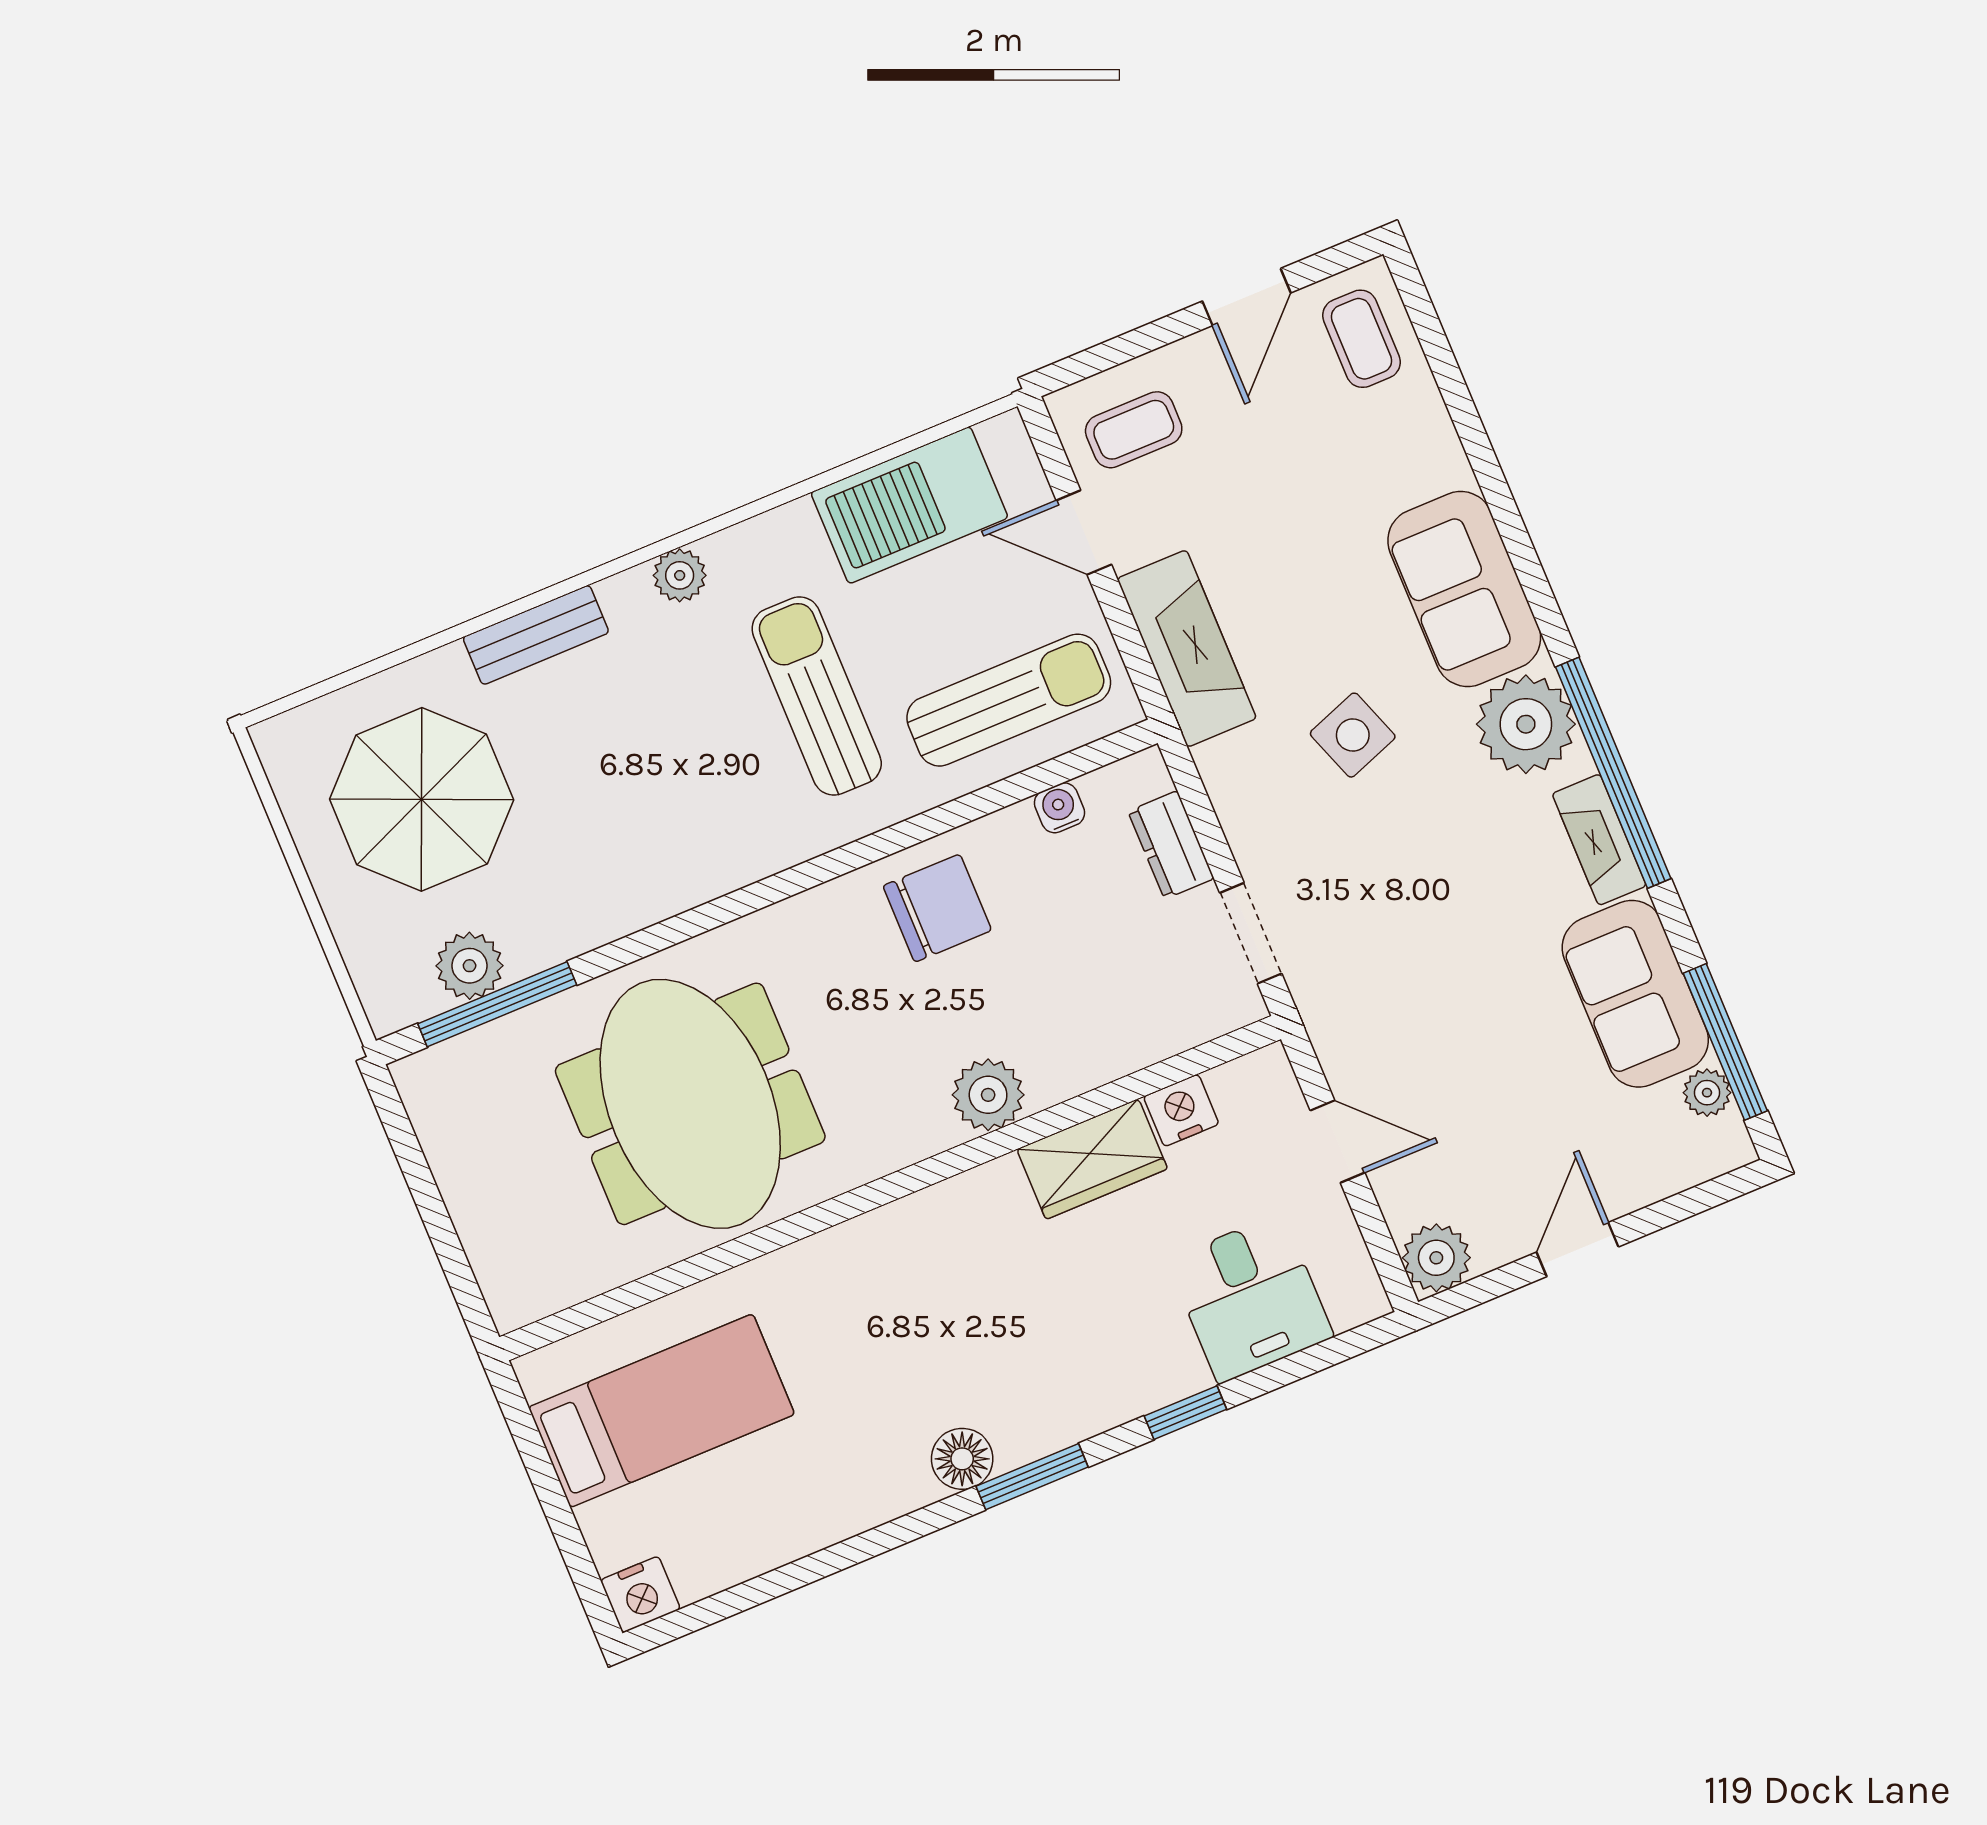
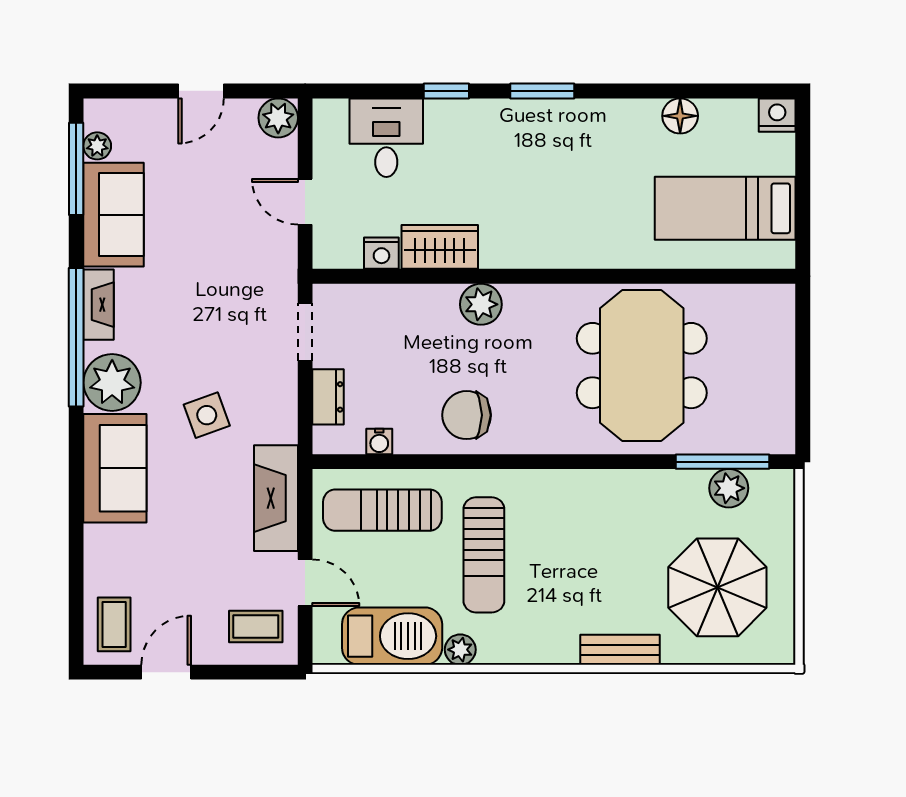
plant: (680, 575) -> (460, 650), moved
floor lamp: (962, 1459) -> (680, 116), moved

